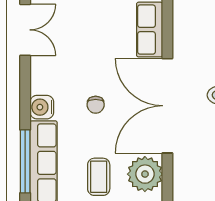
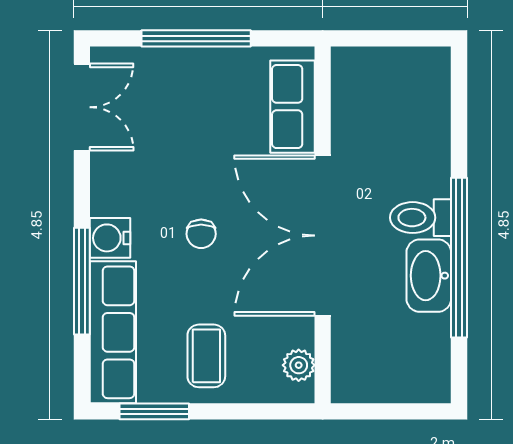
window: (25, 161) -> (82, 281), moved
plant: (145, 174) -> (299, 365), width x0.53, depth x0.53

